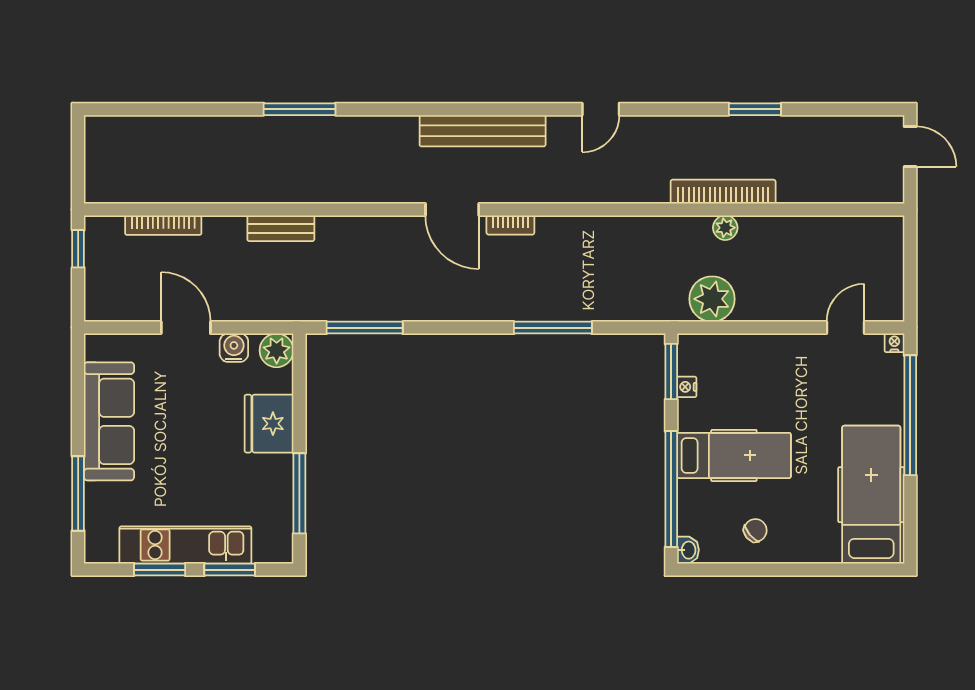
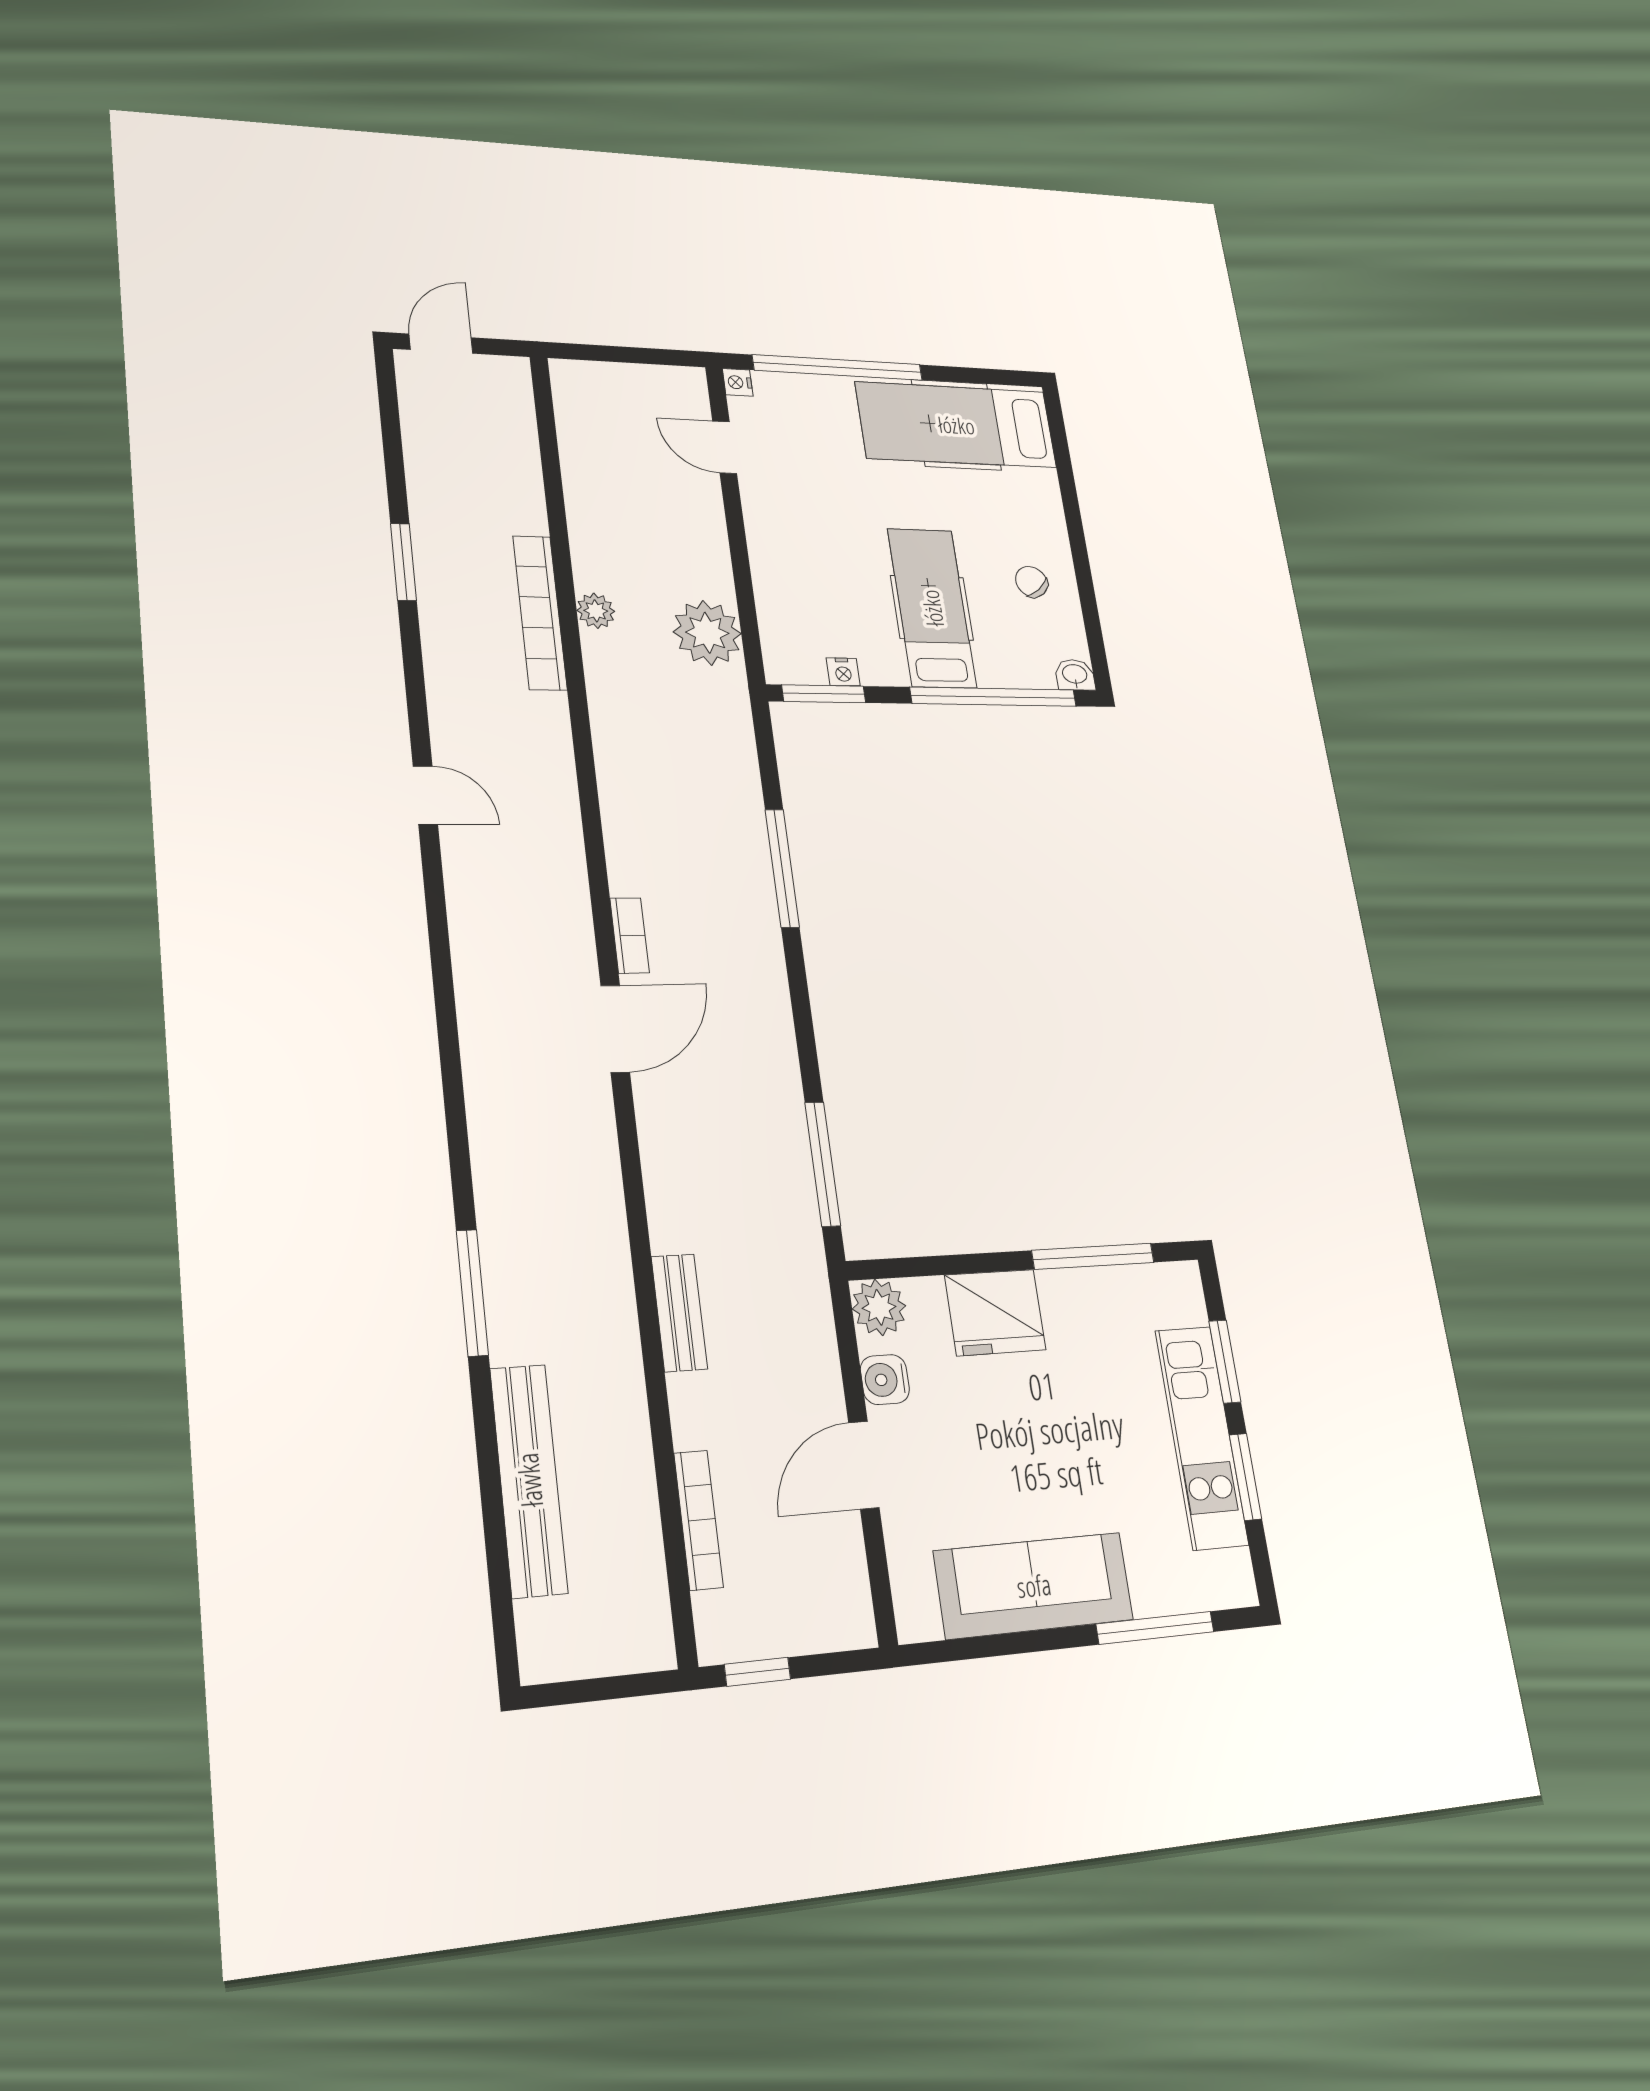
bench: (483, 131) -> (529, 1480), moved

